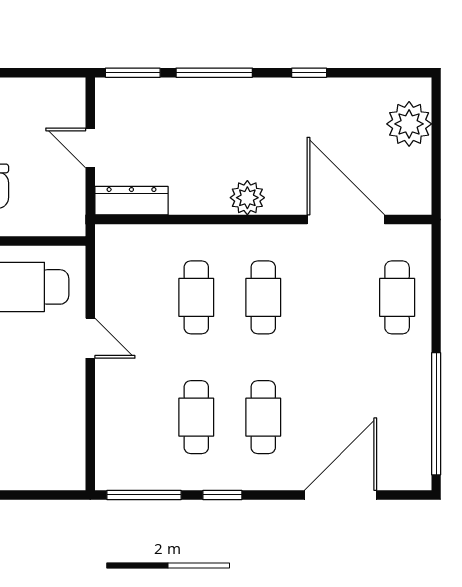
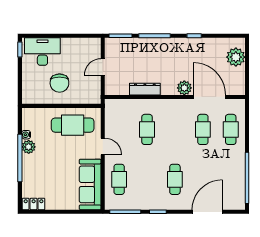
door: (90, 148) -> (103, 67), hinge flipped
plant: (247, 198) -> (184, 88), moved
dresser: (131, 201) -> (145, 89), moved
cafe table: (263, 297) -> (203, 129), moved
cafe table: (196, 417) -> (119, 179), moved
sofa: (60, 429) -> (90, 184), added

